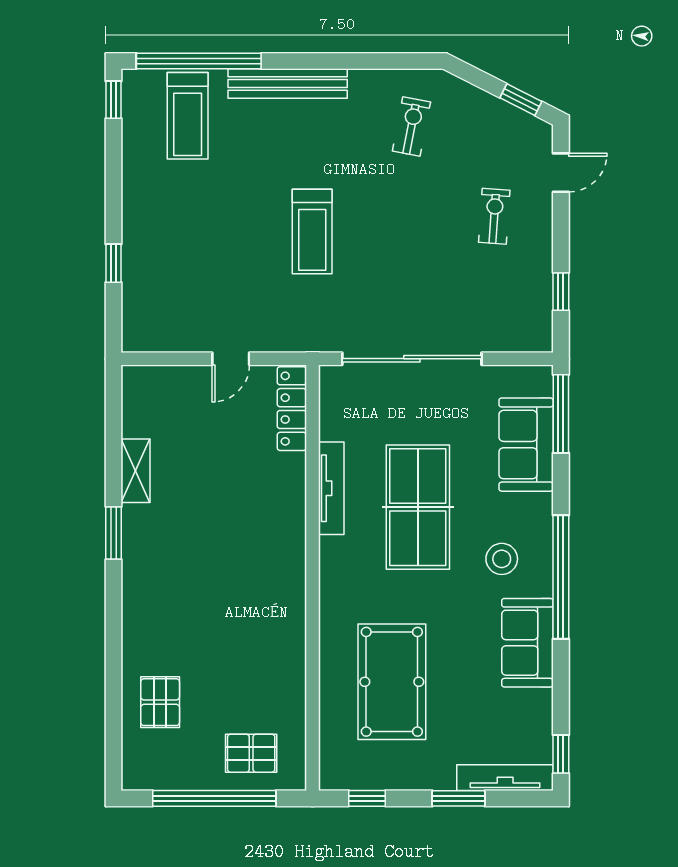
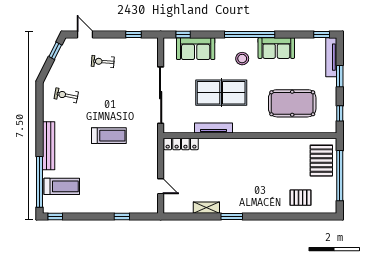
door: (231, 359) -> (161, 186), moved
window: (561, 414) -> (183, 34), width x0.46
pallet: (251, 753) -> (321, 161), width x1.50, depth x1.42

